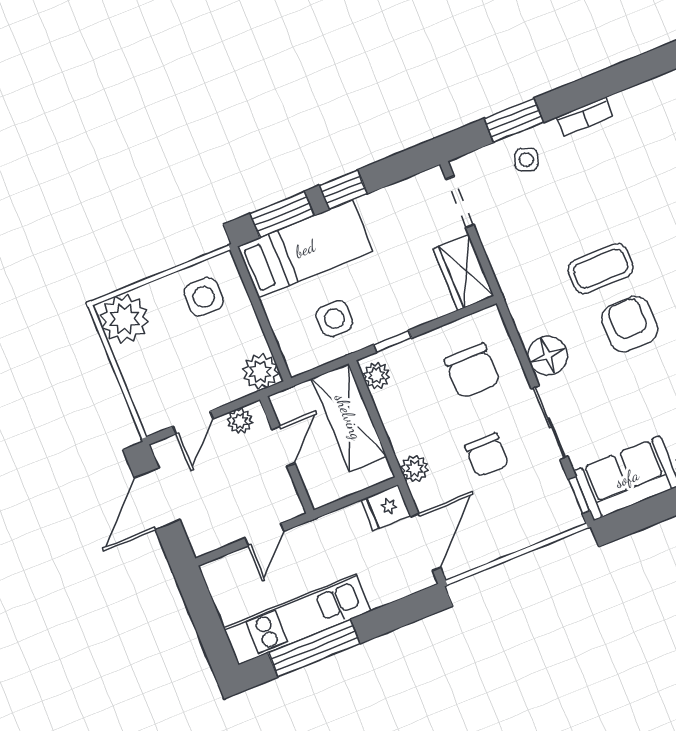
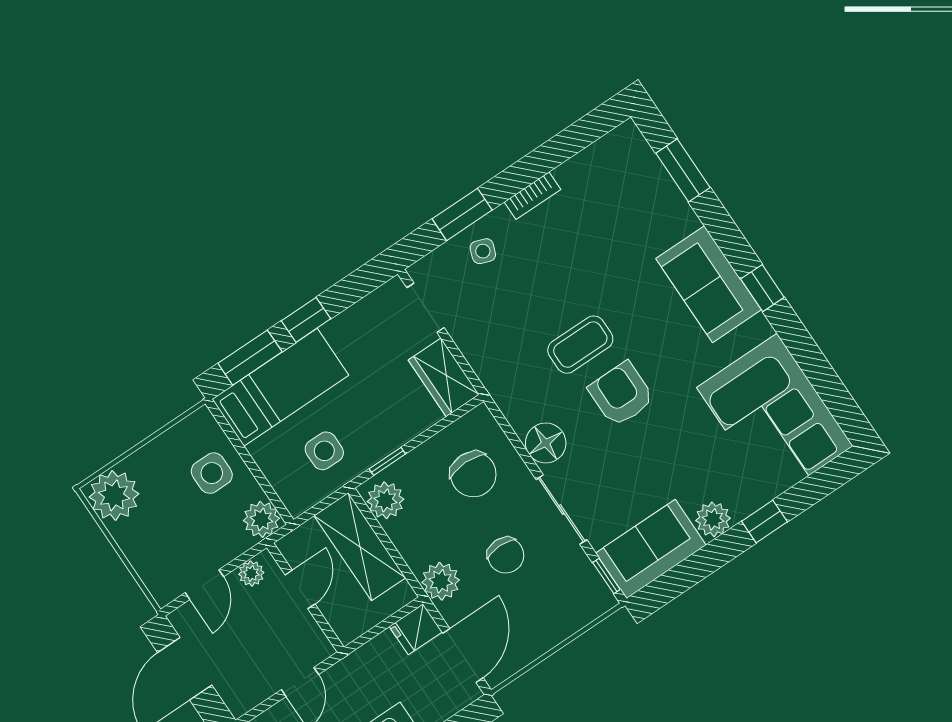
side table: (204, 297) -> (212, 473), moved
plant: (376, 375) -> (385, 500), width x1.38, depth x1.38
plant: (415, 469) -> (441, 581), width x1.38, depth x1.38

